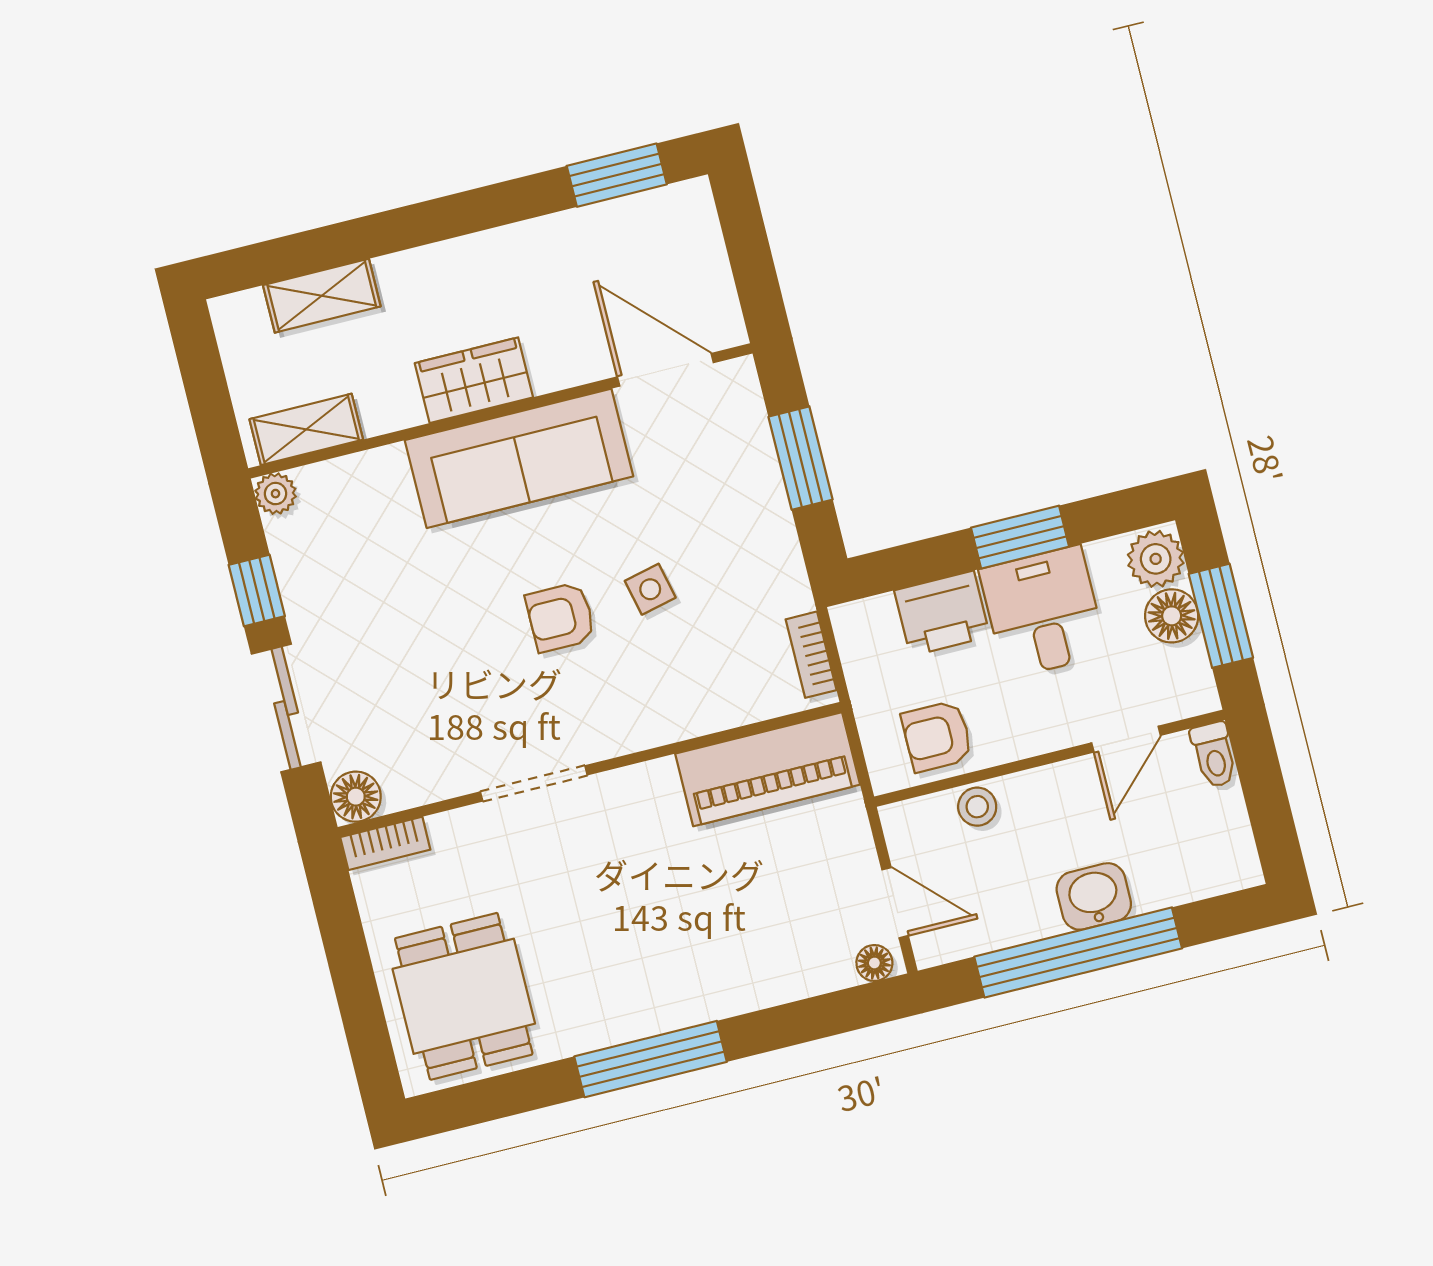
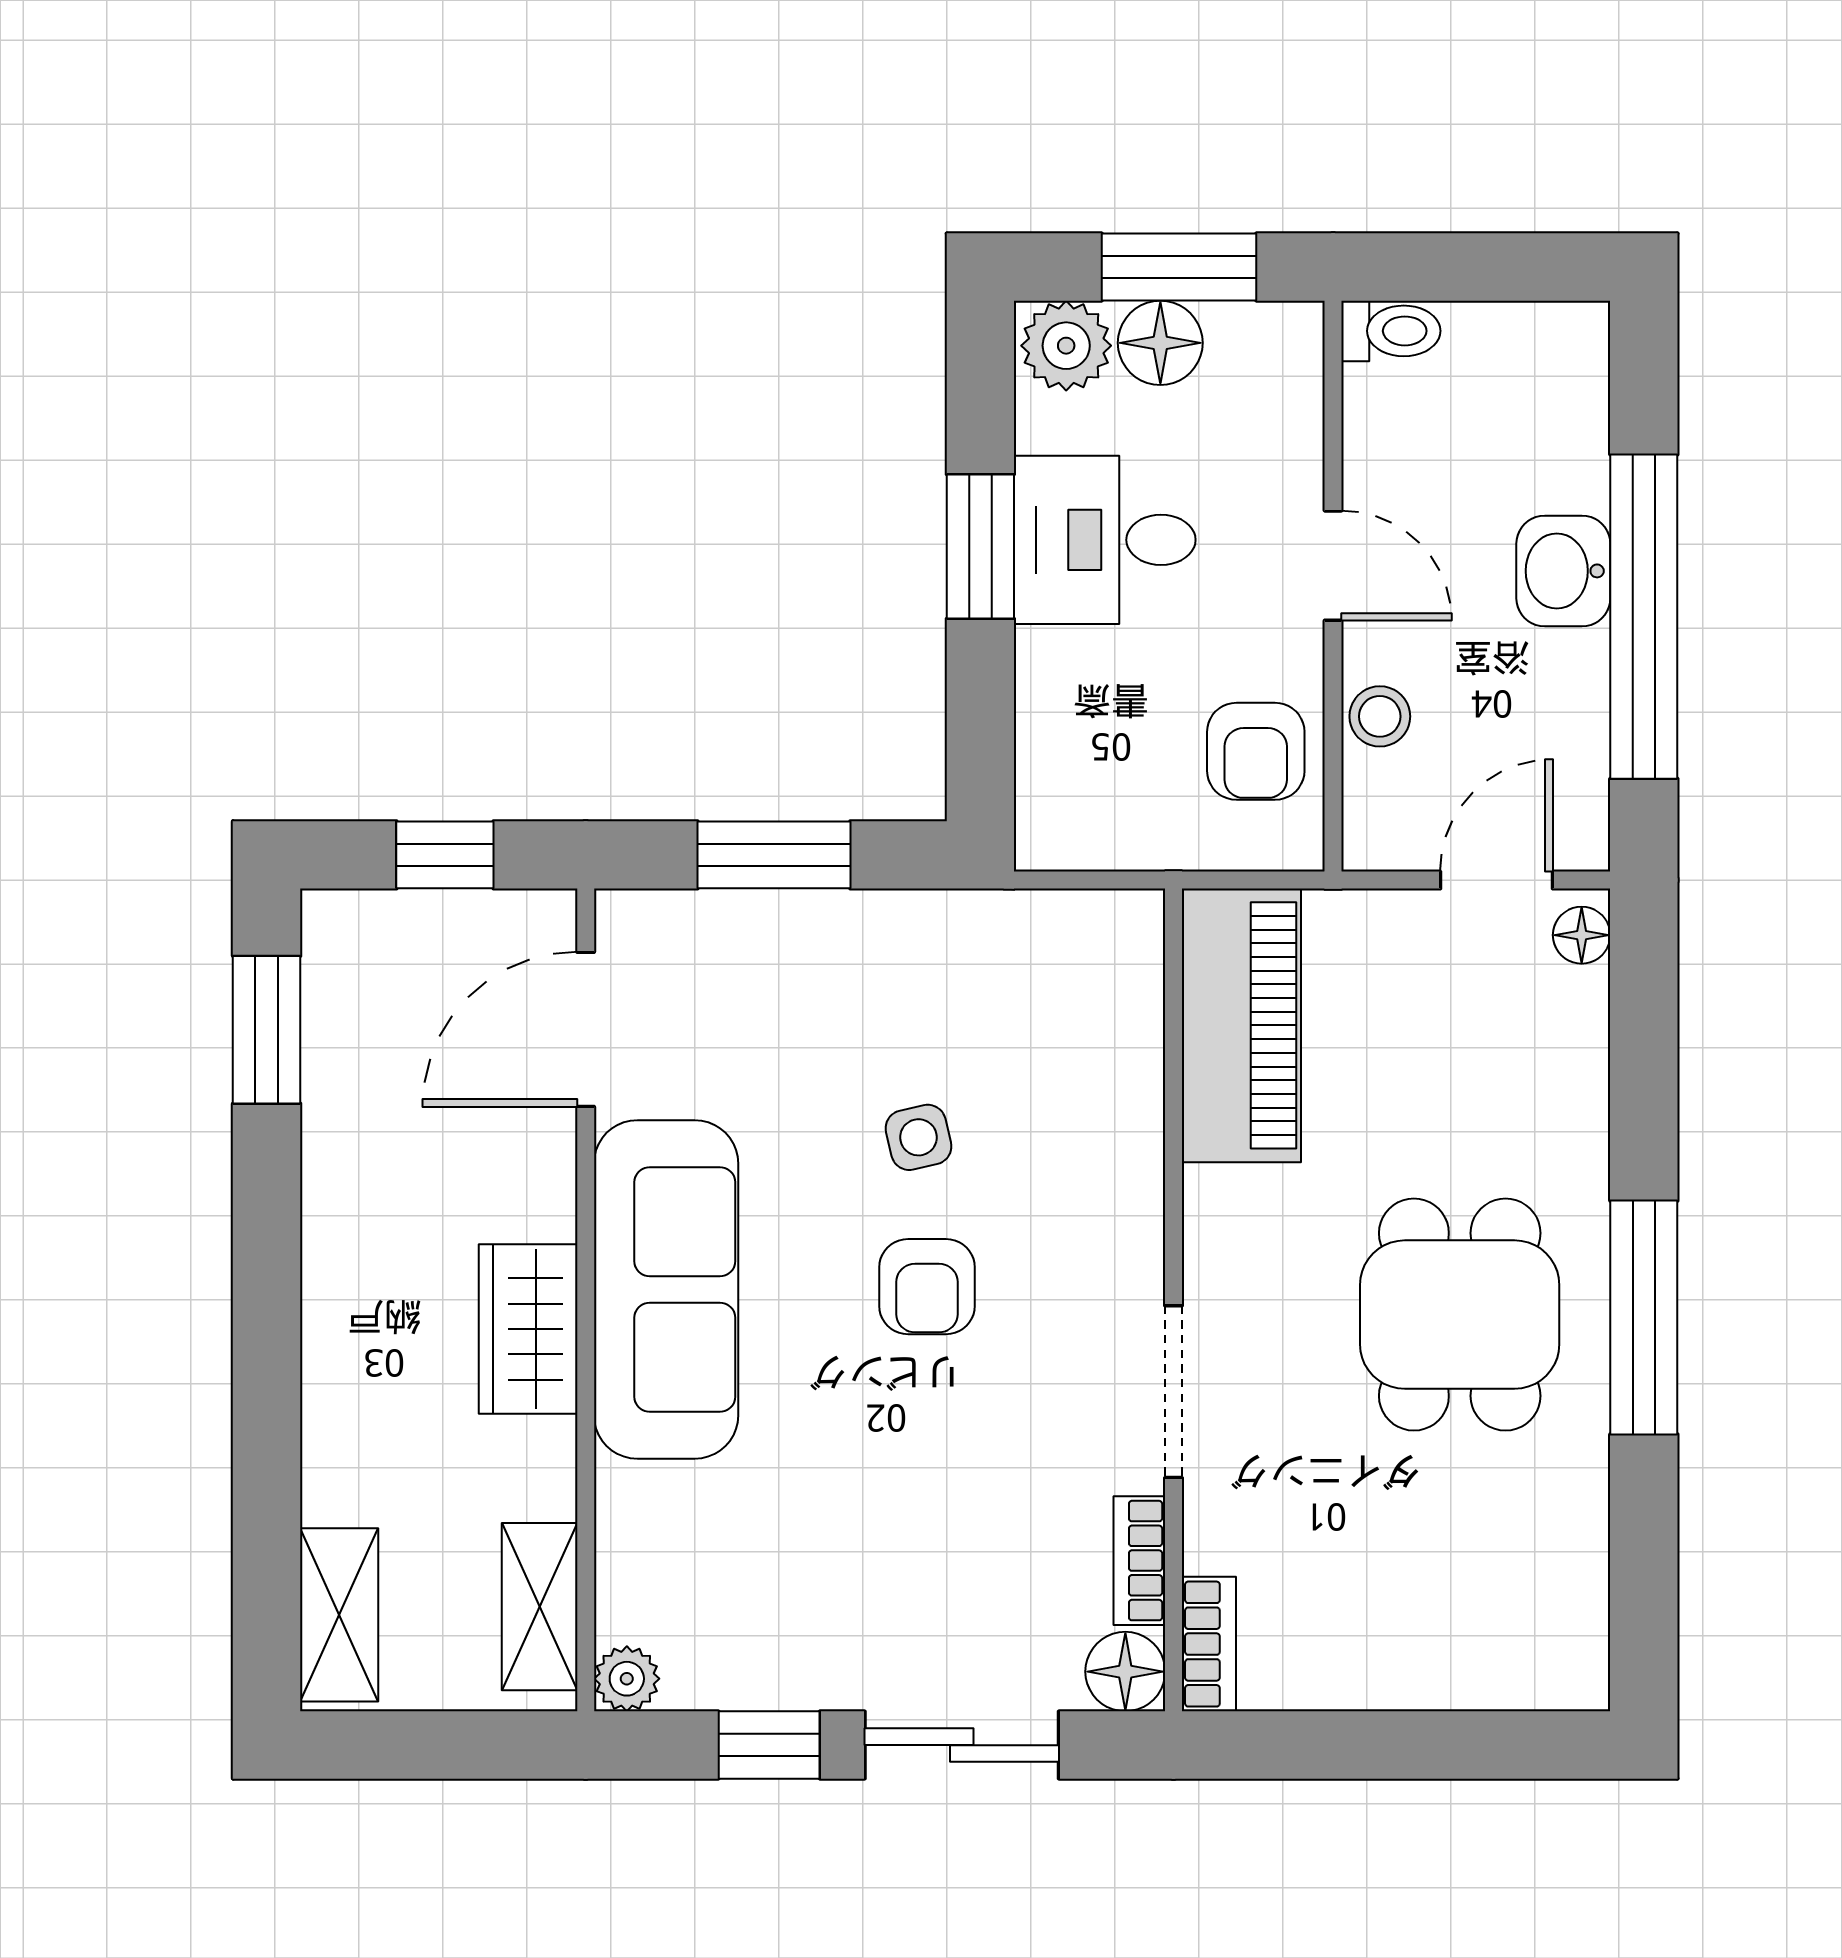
window: (751, 257) -> (445, 855), added
shelving: (322, 296) -> (339, 1615), moved
printer: (942, 613) -> (1068, 696), removed
bookcase: (811, 655) -> (1139, 1561), moved, turned 90
door: (1126, 739) -> (1333, 566), moved
dining table: (464, 996) -> (1460, 1315), moved, turned 90

